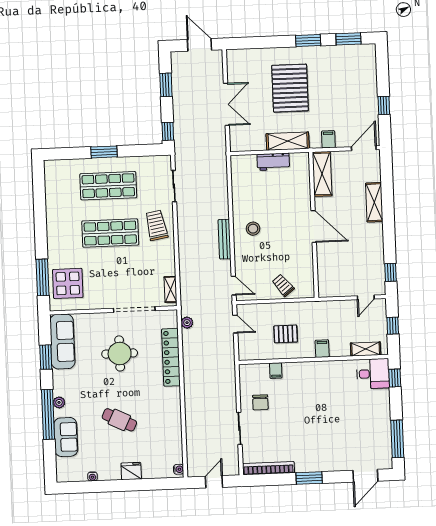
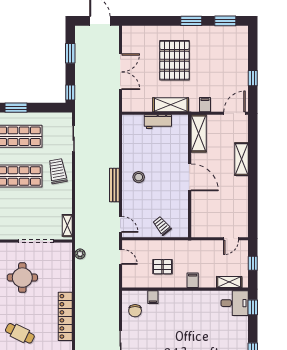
window: (391, 272) -> (253, 219), removed
locker: (171, 357) -> (65, 316), moved
chair: (260, 402) -> (135, 311), moved

